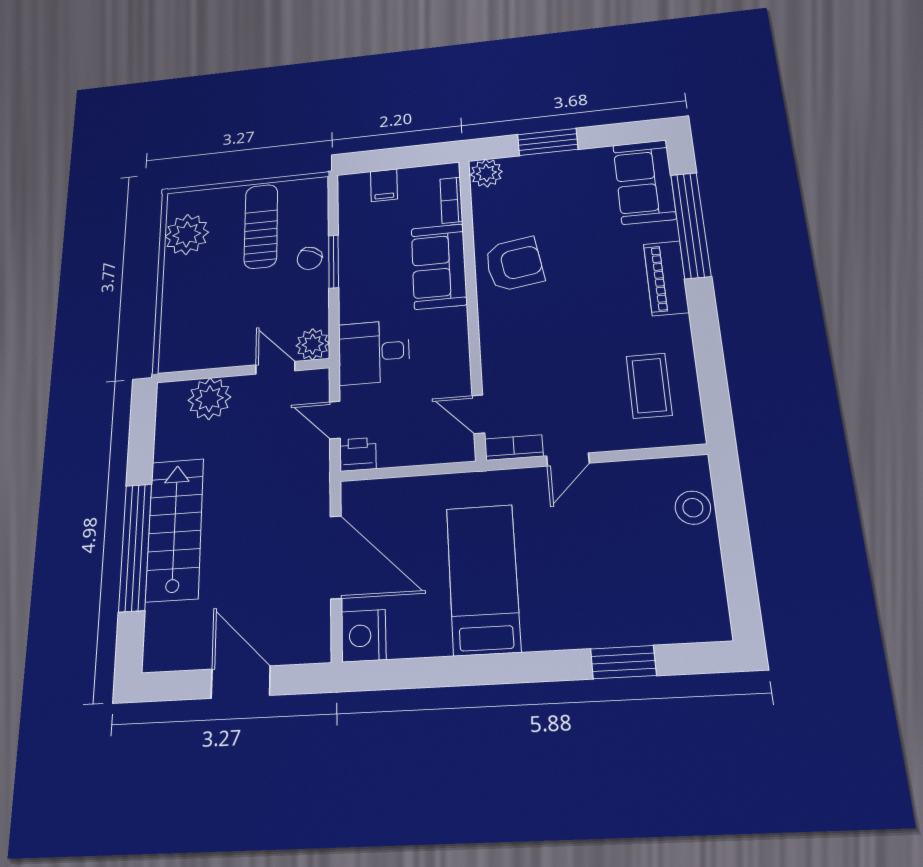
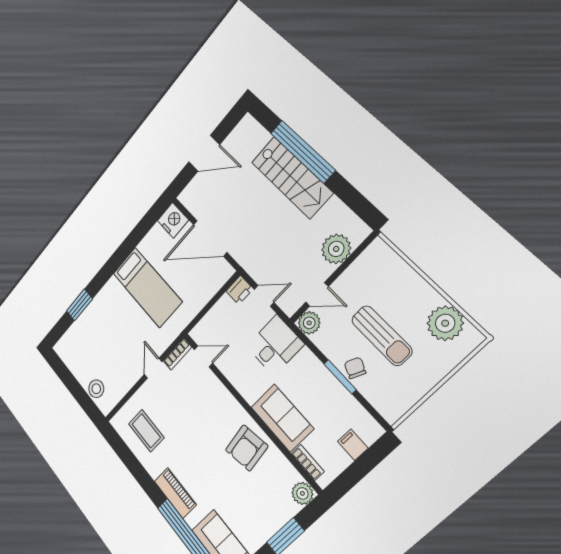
sun lounger: (261, 226) -> (382, 335), moved

